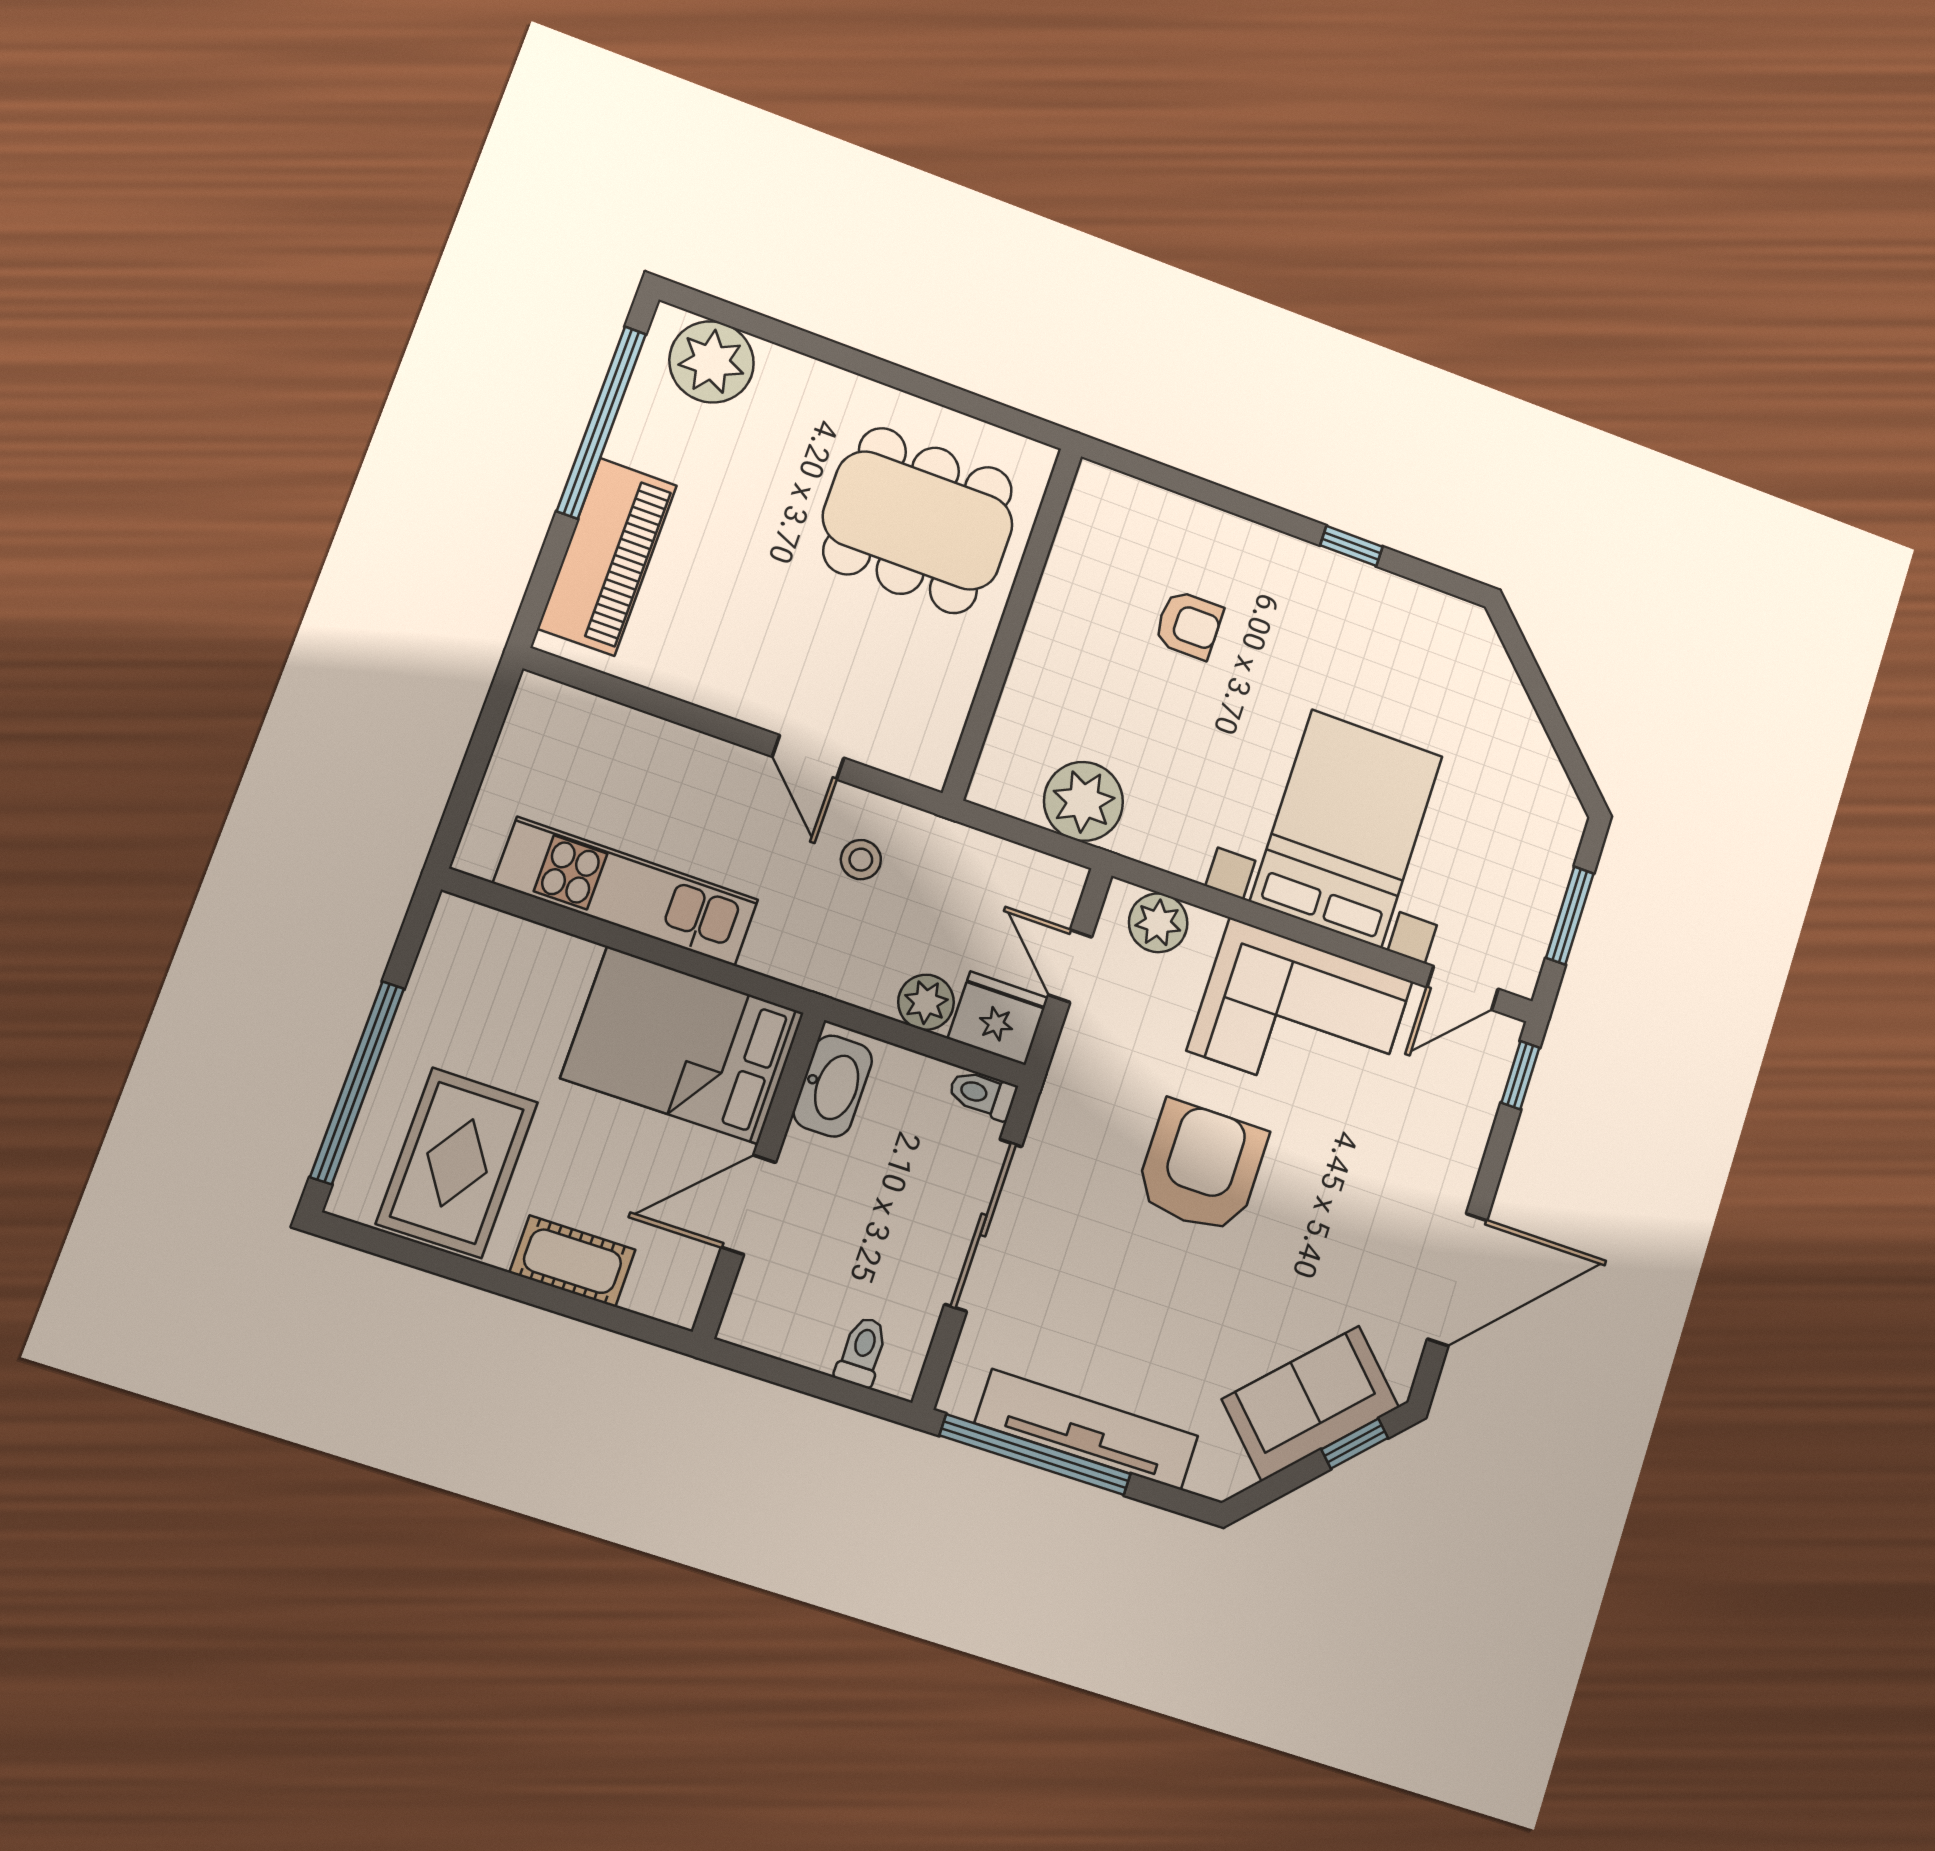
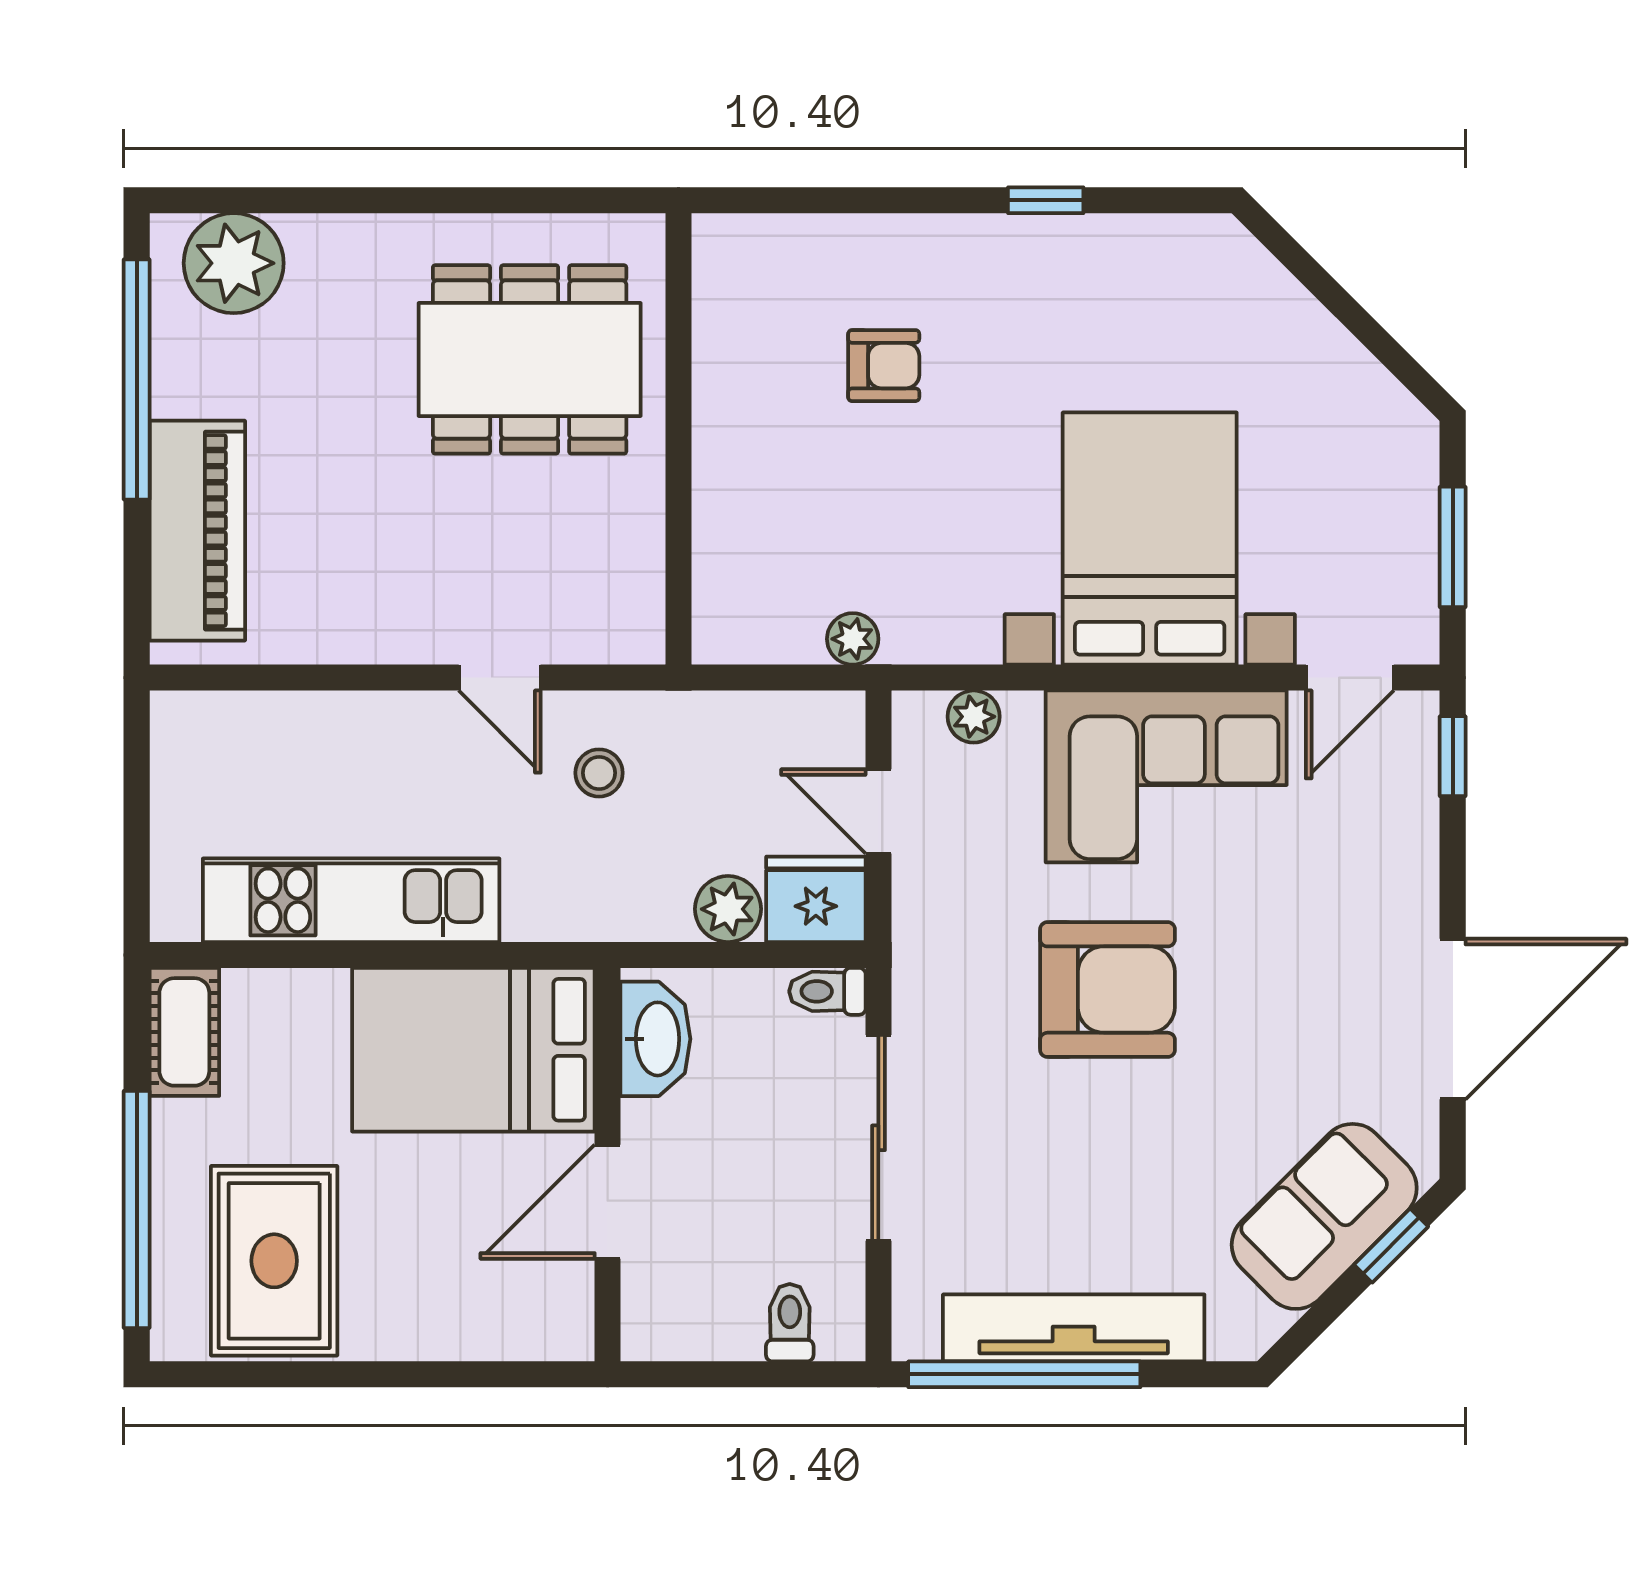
plant: (1083, 801) -> (853, 639), width x0.53, depth x0.53
plant: (1158, 923) -> (974, 717), width x0.73, depth x0.73
armchair: (1201, 1167) -> (1107, 990), turned 90
cot: (573, 1261) -> (184, 1032), moved, turned 90

